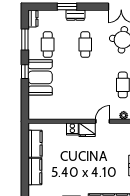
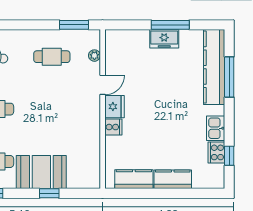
window: (25, 72) -> (49, 193), moved
door: (103, 121) -> (103, 85), swing flipped

